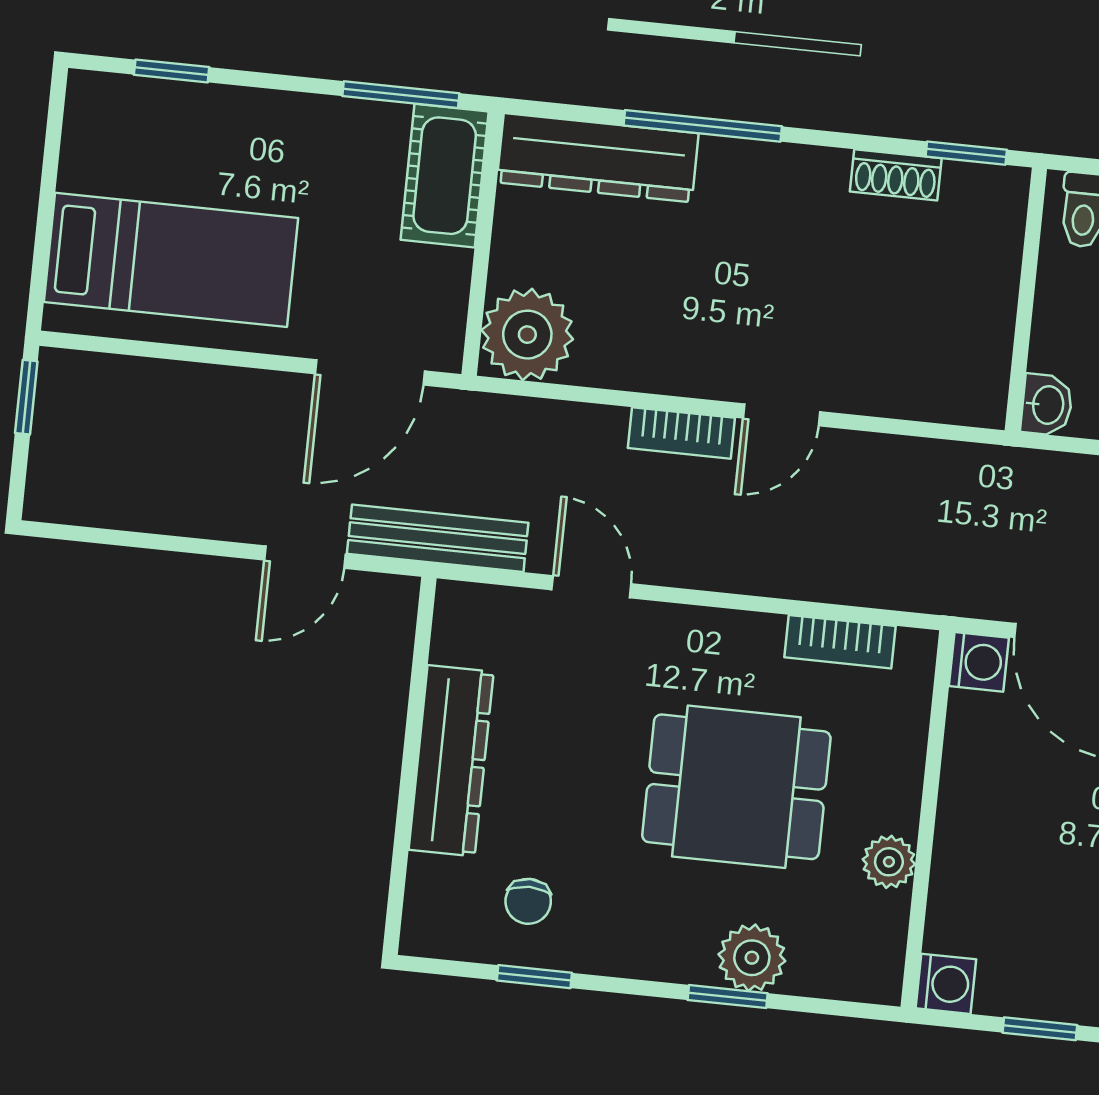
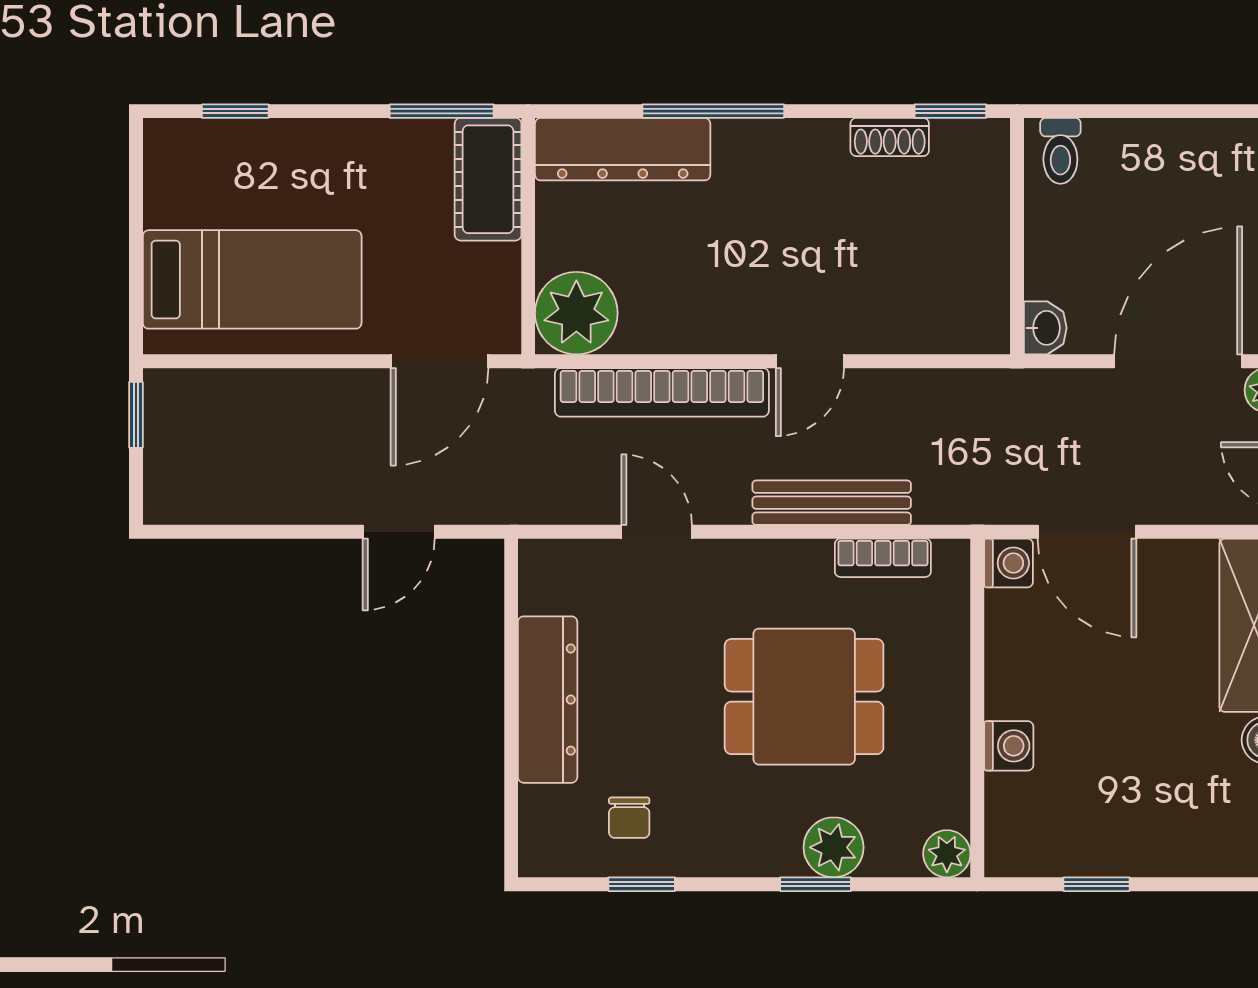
bookcase: (681, 433) -> (662, 392), width x2.31, depth x1.31
bench: (438, 538) -> (832, 503), moved
plant: (889, 862) -> (947, 854), moved
washing machine: (946, 984) -> (1009, 746), moved

